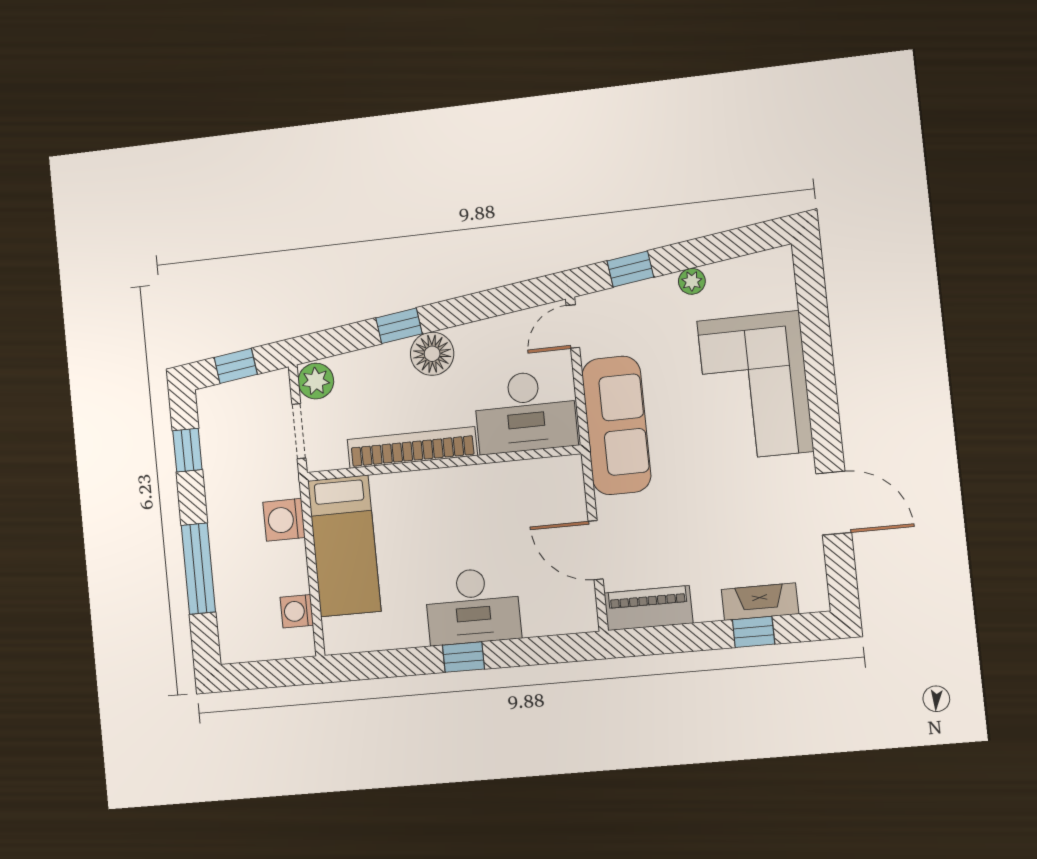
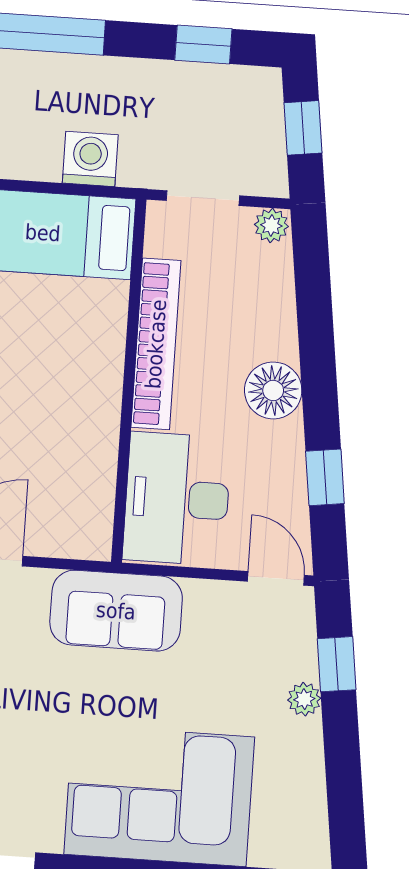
plant: (692, 281) -> (304, 699), moved
window: (399, 326) -> (325, 477), moved
plant: (316, 381) -> (271, 225), width x0.73, depth x0.73
sofa: (616, 425) -> (116, 611), width x0.73

